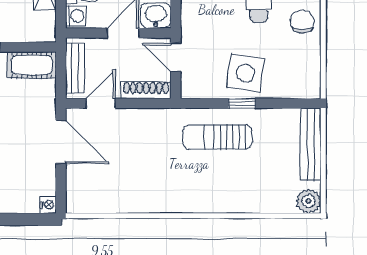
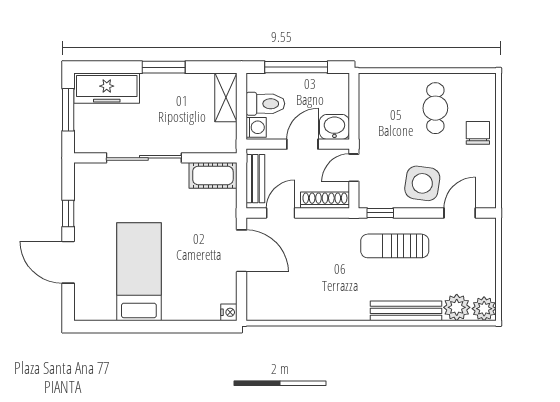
door: (176, 57) -> (354, 168), hinge flipped
window: (242, 103) -> (380, 213), moved
door: (284, 103) -> (460, 213), added
bench: (311, 144) -> (406, 311), moved, turned 90
plant: (281, 200) -> (457, 307), added

